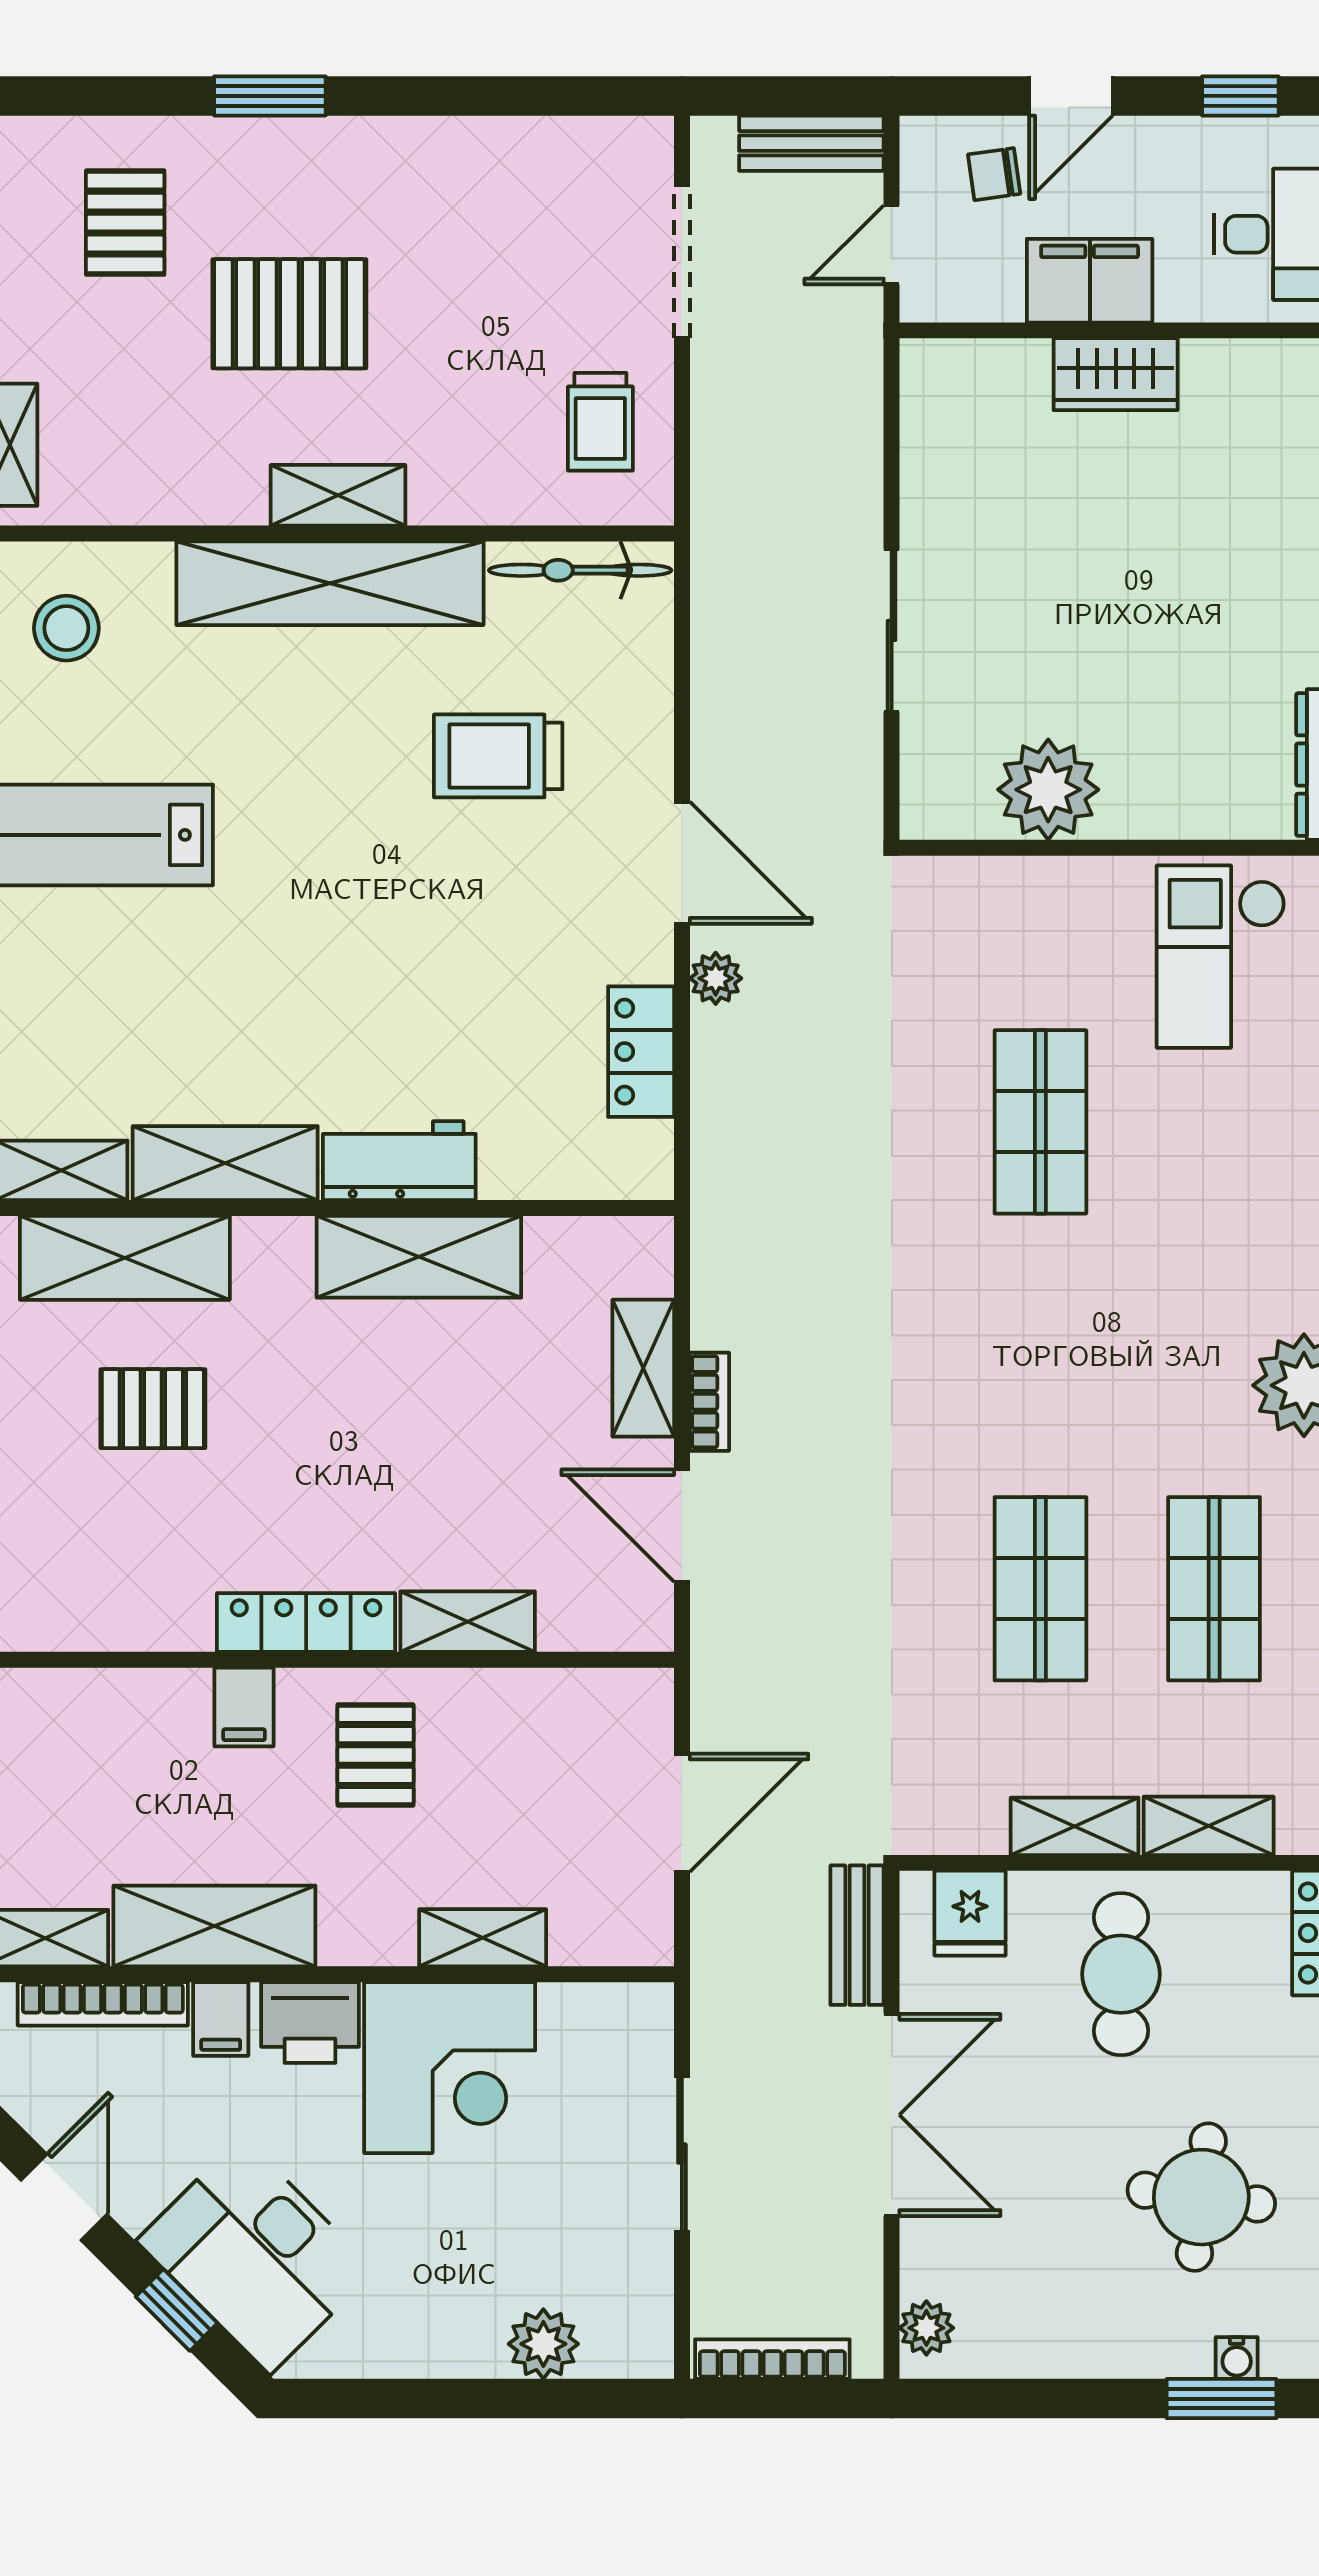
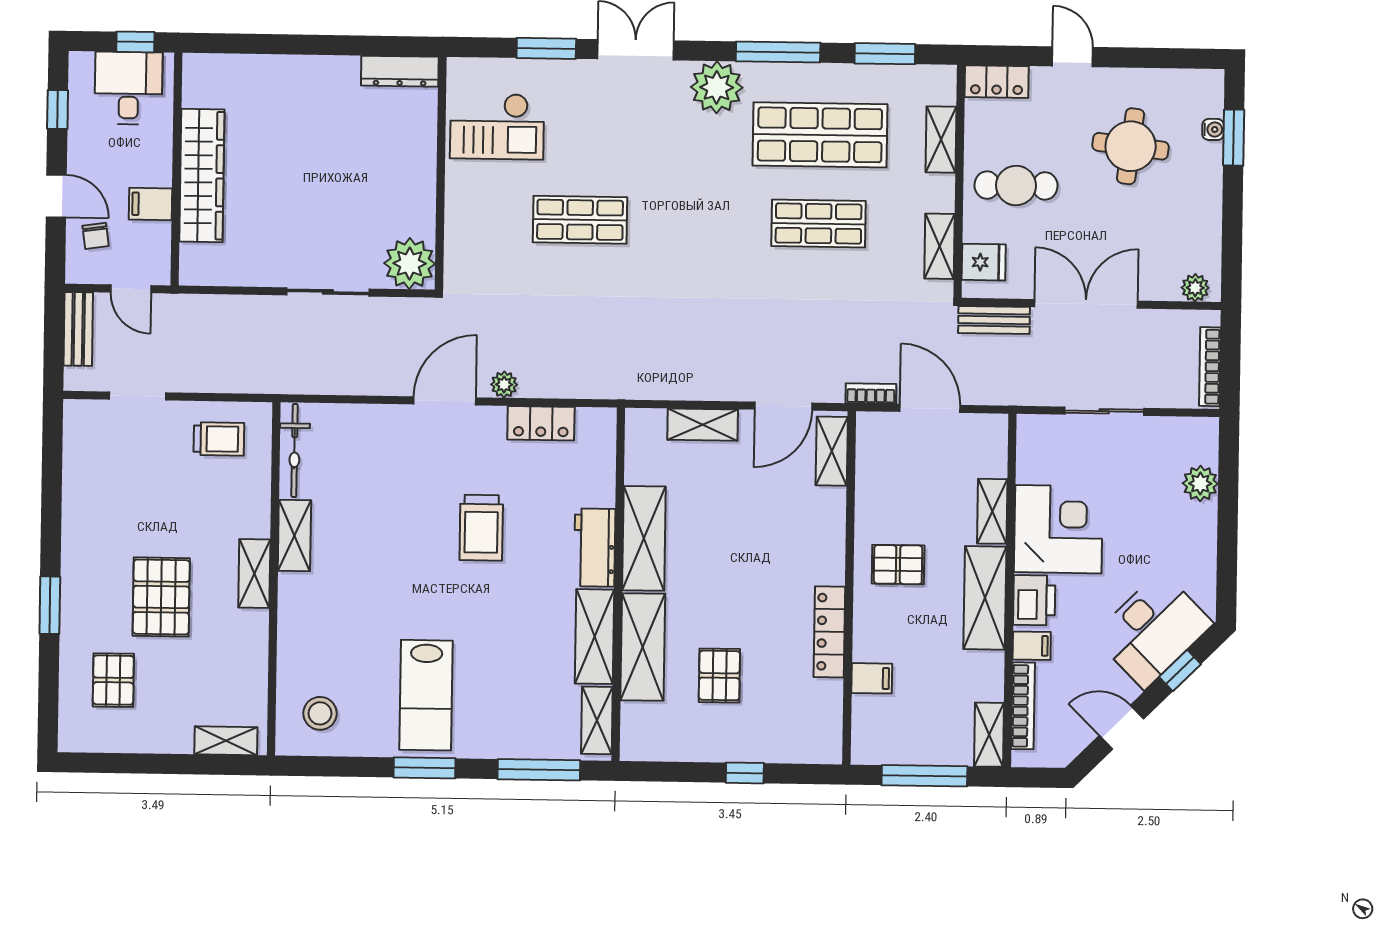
pallet: (125, 223) -> (113, 680), turned 90
doorway: (682, 262) -> (138, 396), width x0.73
filing cabinet: (1090, 281) -> (150, 204), width x0.50
wardrobe: (1116, 374) -> (202, 175), width x2.10, depth x1.17
shelving: (330, 583) -> (294, 536), width x0.45, depth x0.75
trolley: (498, 756) -> (481, 528), moved
plant: (1048, 790) -> (410, 263), moved
shelving: (125, 1258) -> (643, 647), moved
bookcase: (709, 1402) -> (871, 393), moved
shop shelf: (1214, 1589) -> (820, 135), width x1.43, depth x1.36
shelving: (468, 1622) -> (832, 451), moved
locker: (306, 1623) -> (829, 632), moved
filing cabinet: (244, 1707) -> (872, 678), moved
shelving: (1075, 1826) -> (940, 246), moved
shelving: (214, 1926) -> (985, 598), moved

